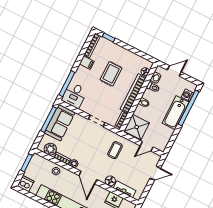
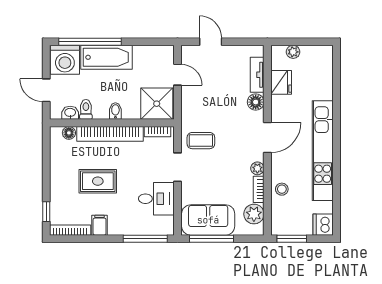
desk: (75, 95) -> (156, 199), moved
washing machine: (187, 95) -> (65, 60), width x1.89, depth x1.89
coffee table: (115, 150) -> (201, 141), moved

